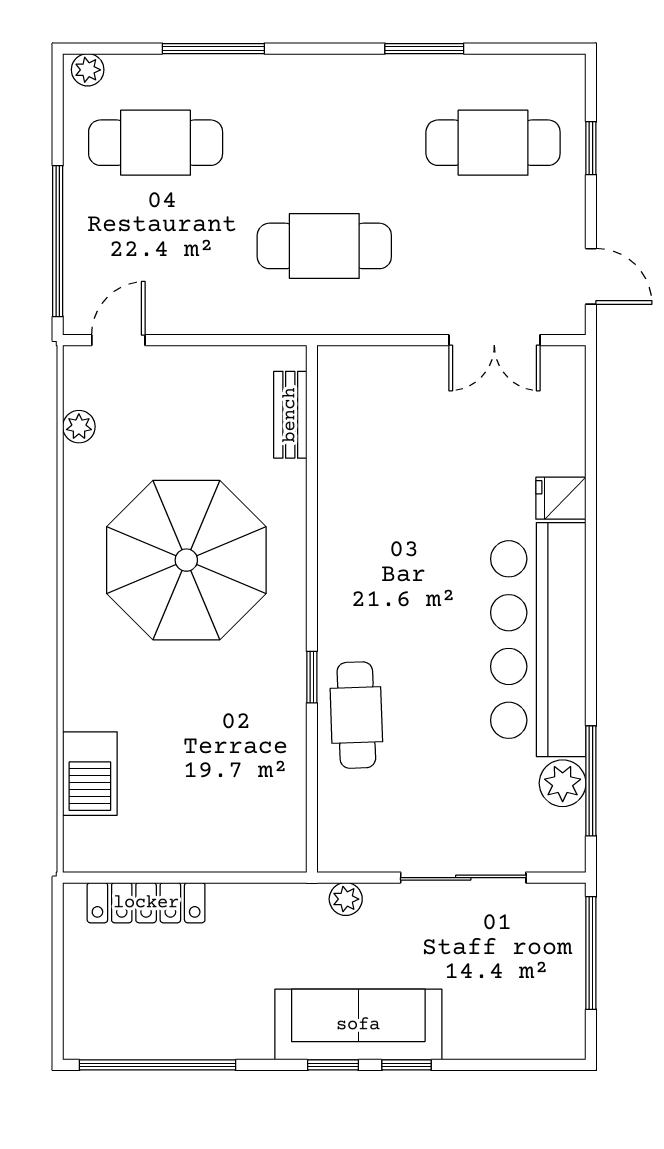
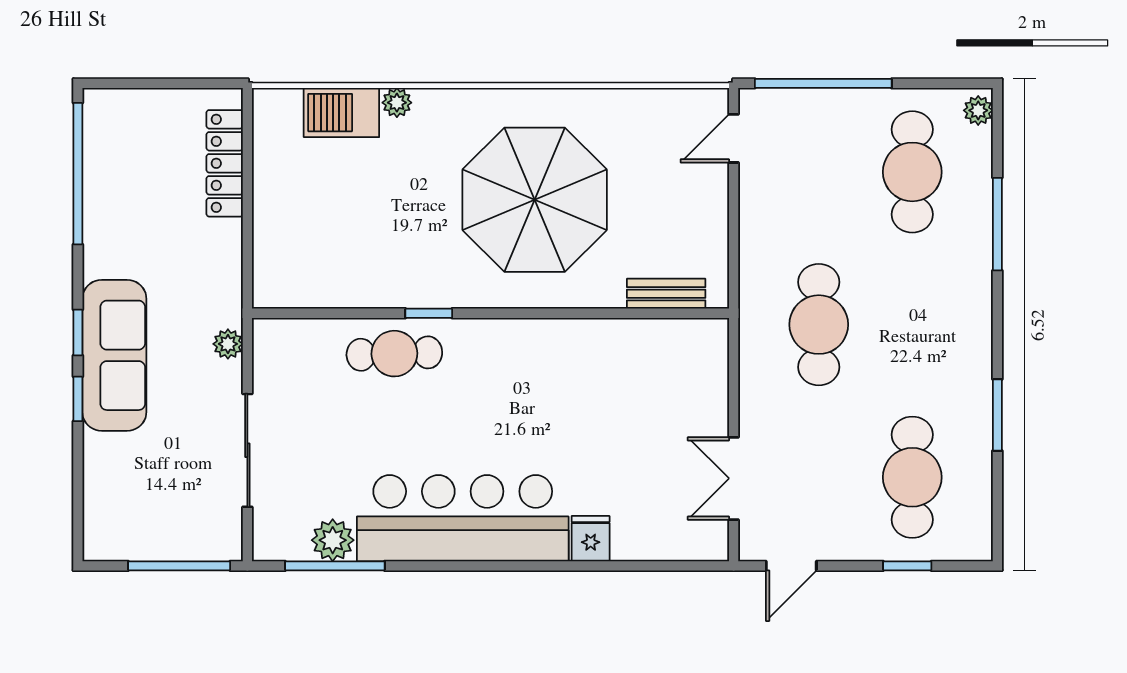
door: (118, 340) -> (734, 138), swing flipped
plant: (79, 427) -> (397, 103), moved

